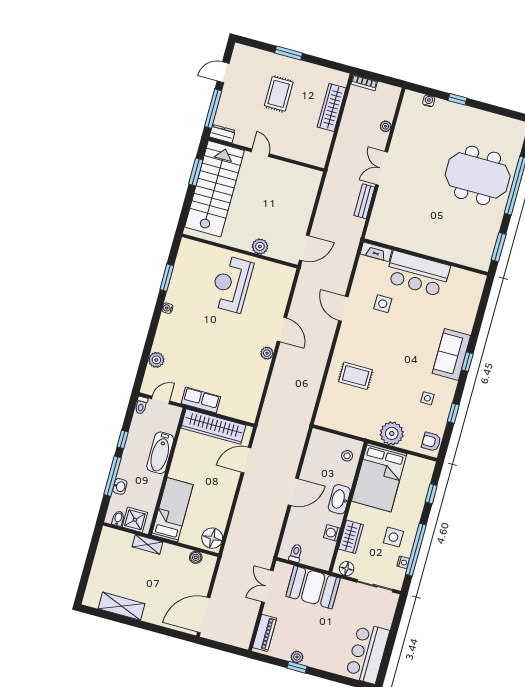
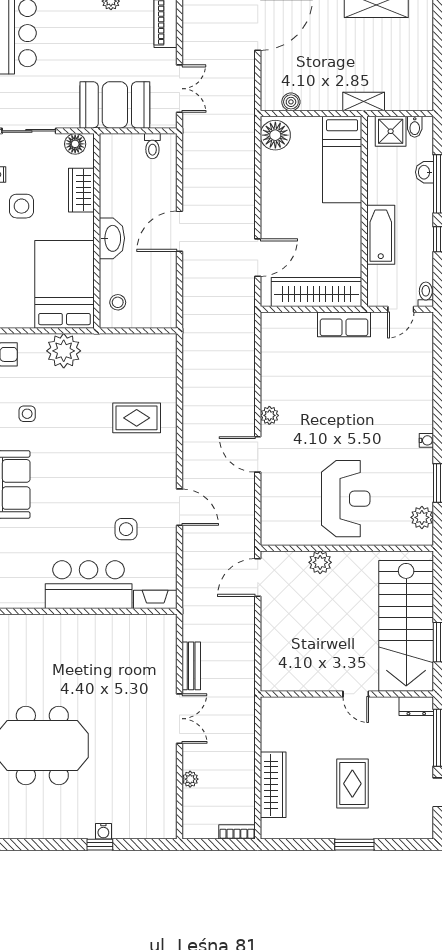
water cooler: (429, 101) -> (103, 831), moved
plant: (156, 360) -> (422, 517), moved
washing machine: (332, 533) -> (109, 188), removed

